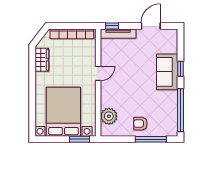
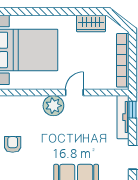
door: (98, 73) -> (74, 93), swing flipped
plant: (109, 116) -> (53, 106), moved

